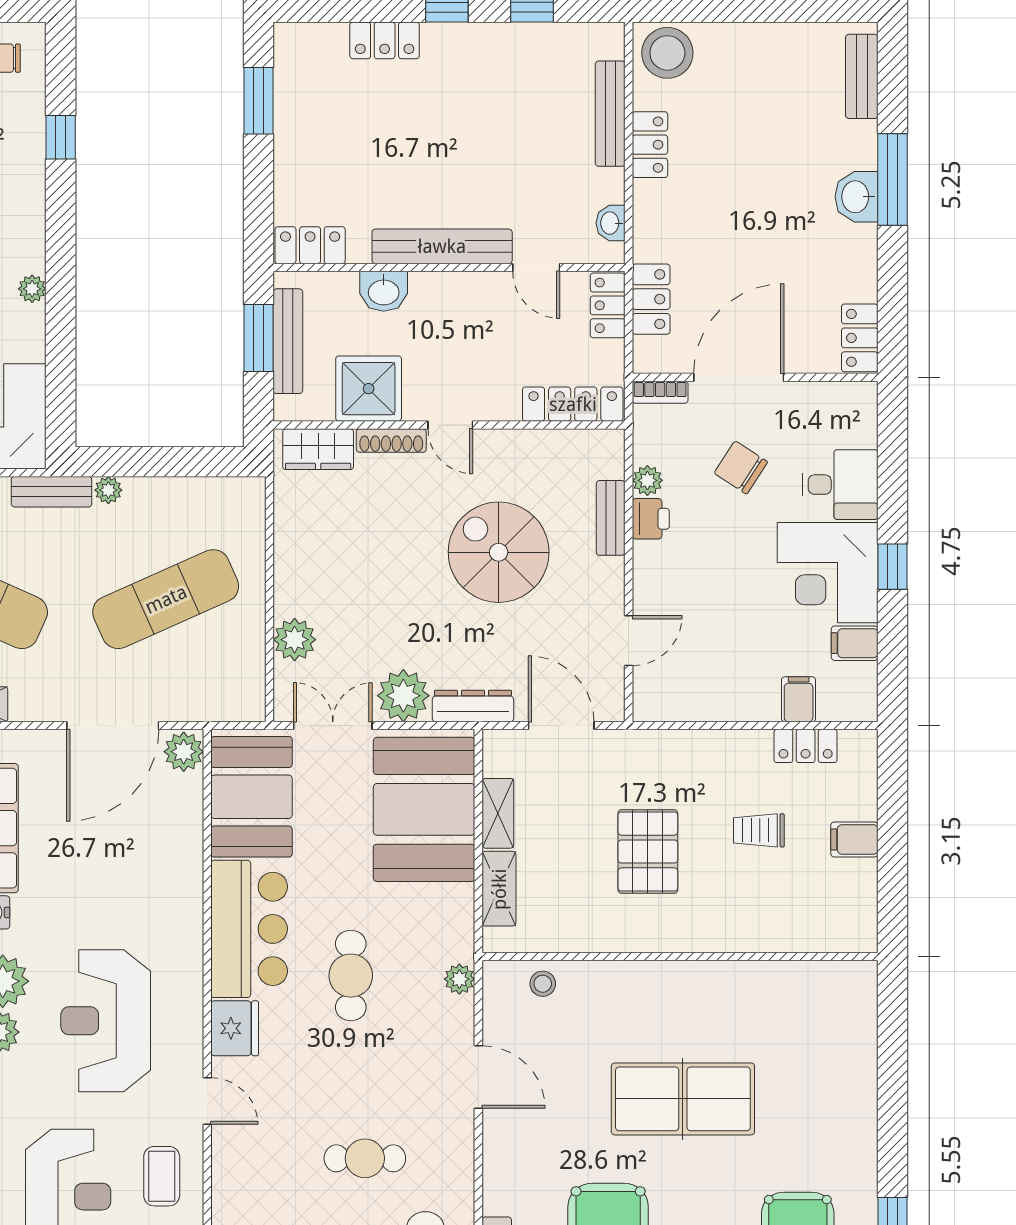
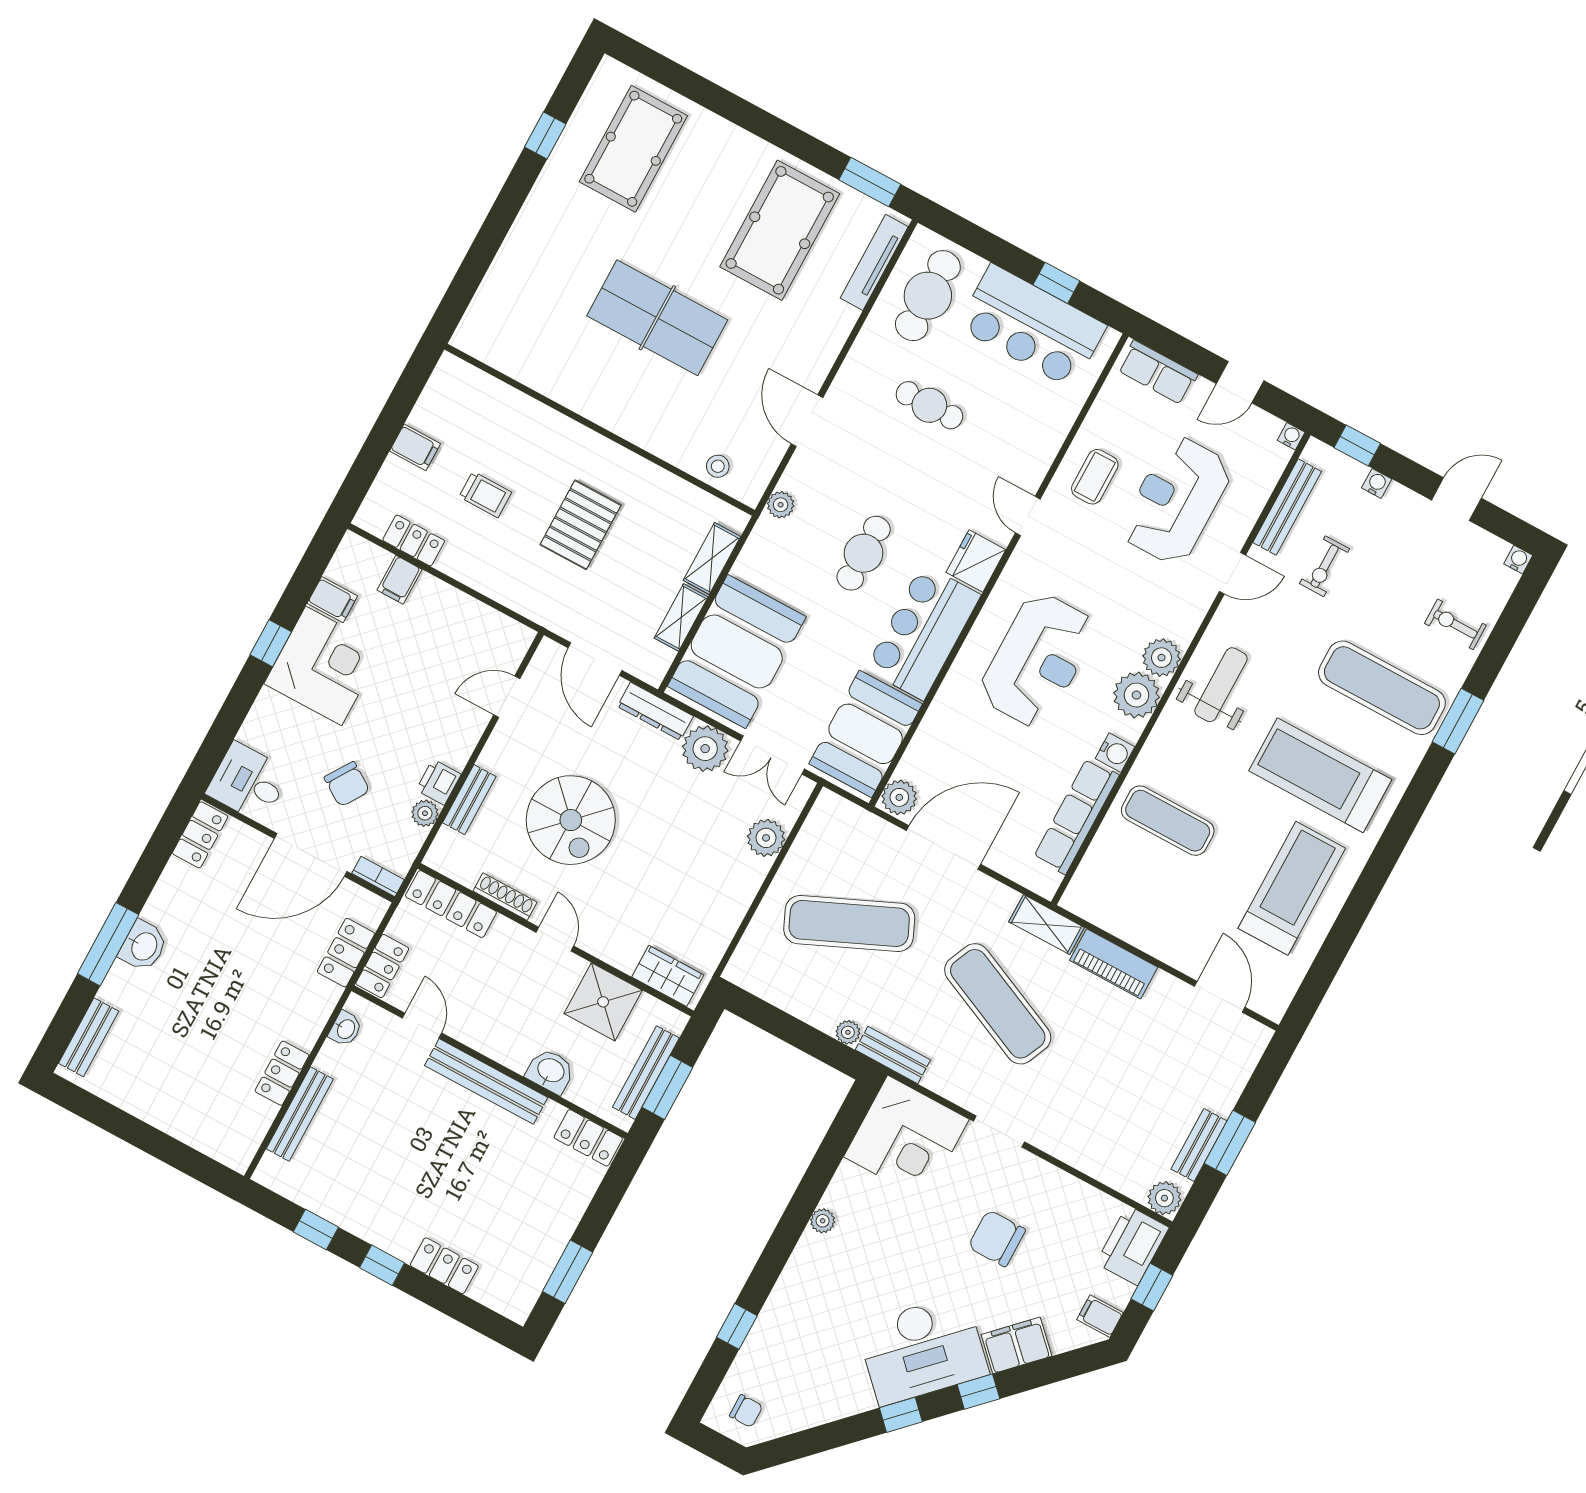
stool: (667, 53) -> (230, 1137), removed
shoe rack: (391, 441) -> (505, 897), moved
desk: (840, 485) -> (248, 782), moved
reception desk: (106, 1021) -> (1038, 660), moved

